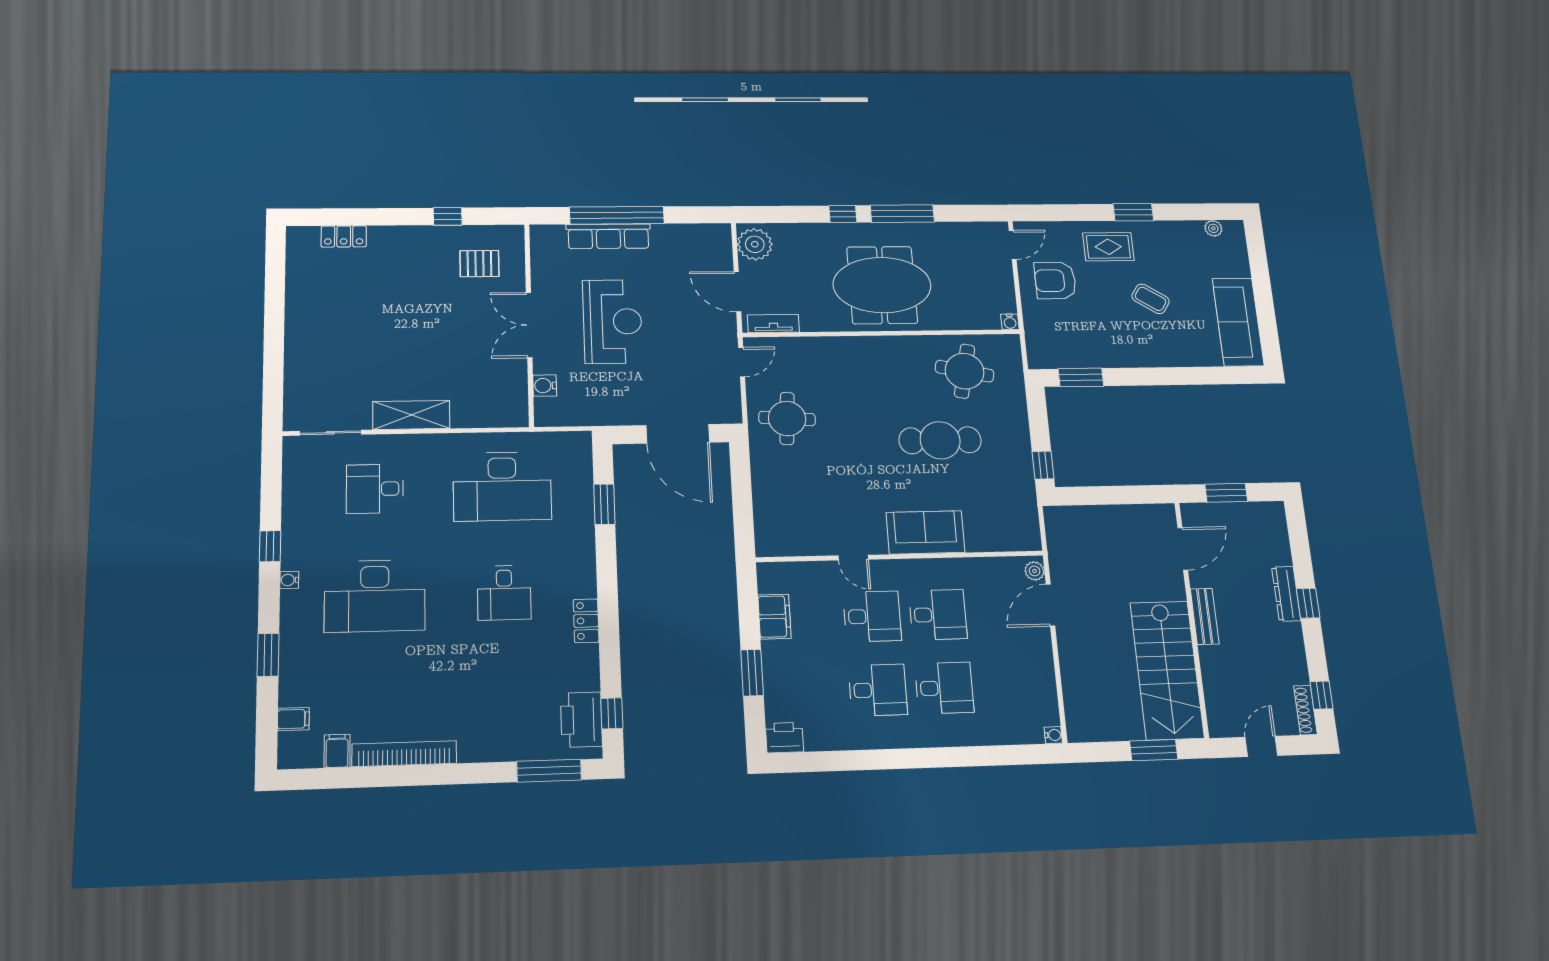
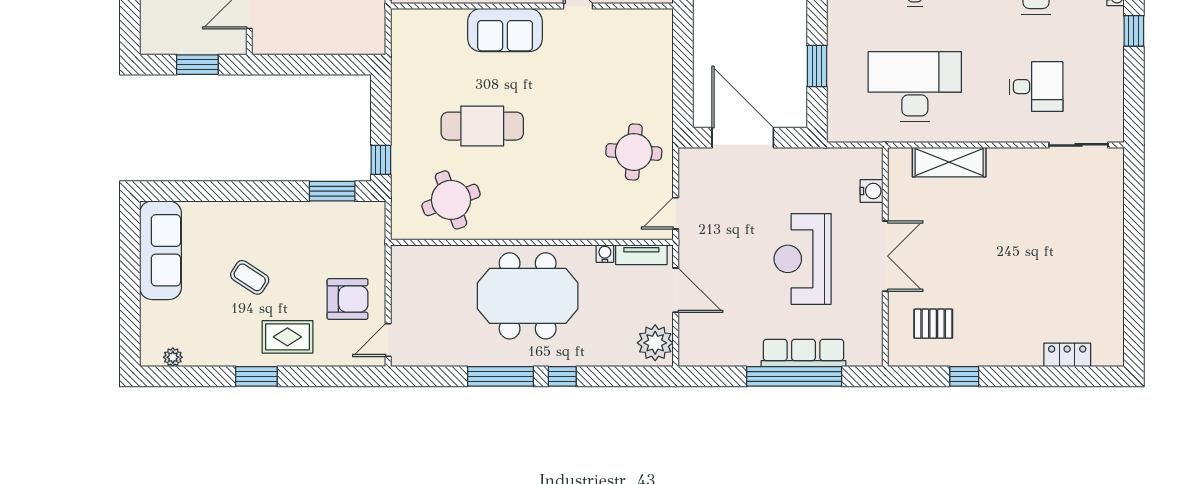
water cooler: (1010, 322) -> (605, 254), moved
round table: (965, 371) -> (451, 200), turned -32
shelving: (411, 415) -> (949, 162), moved
window: (1043, 465) -> (381, 160), moved

